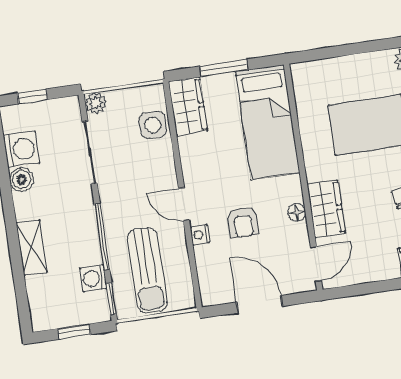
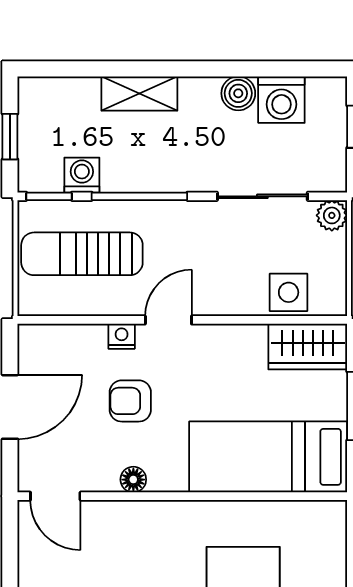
wardrobe: (326, 209) -> (132, 522), removed

